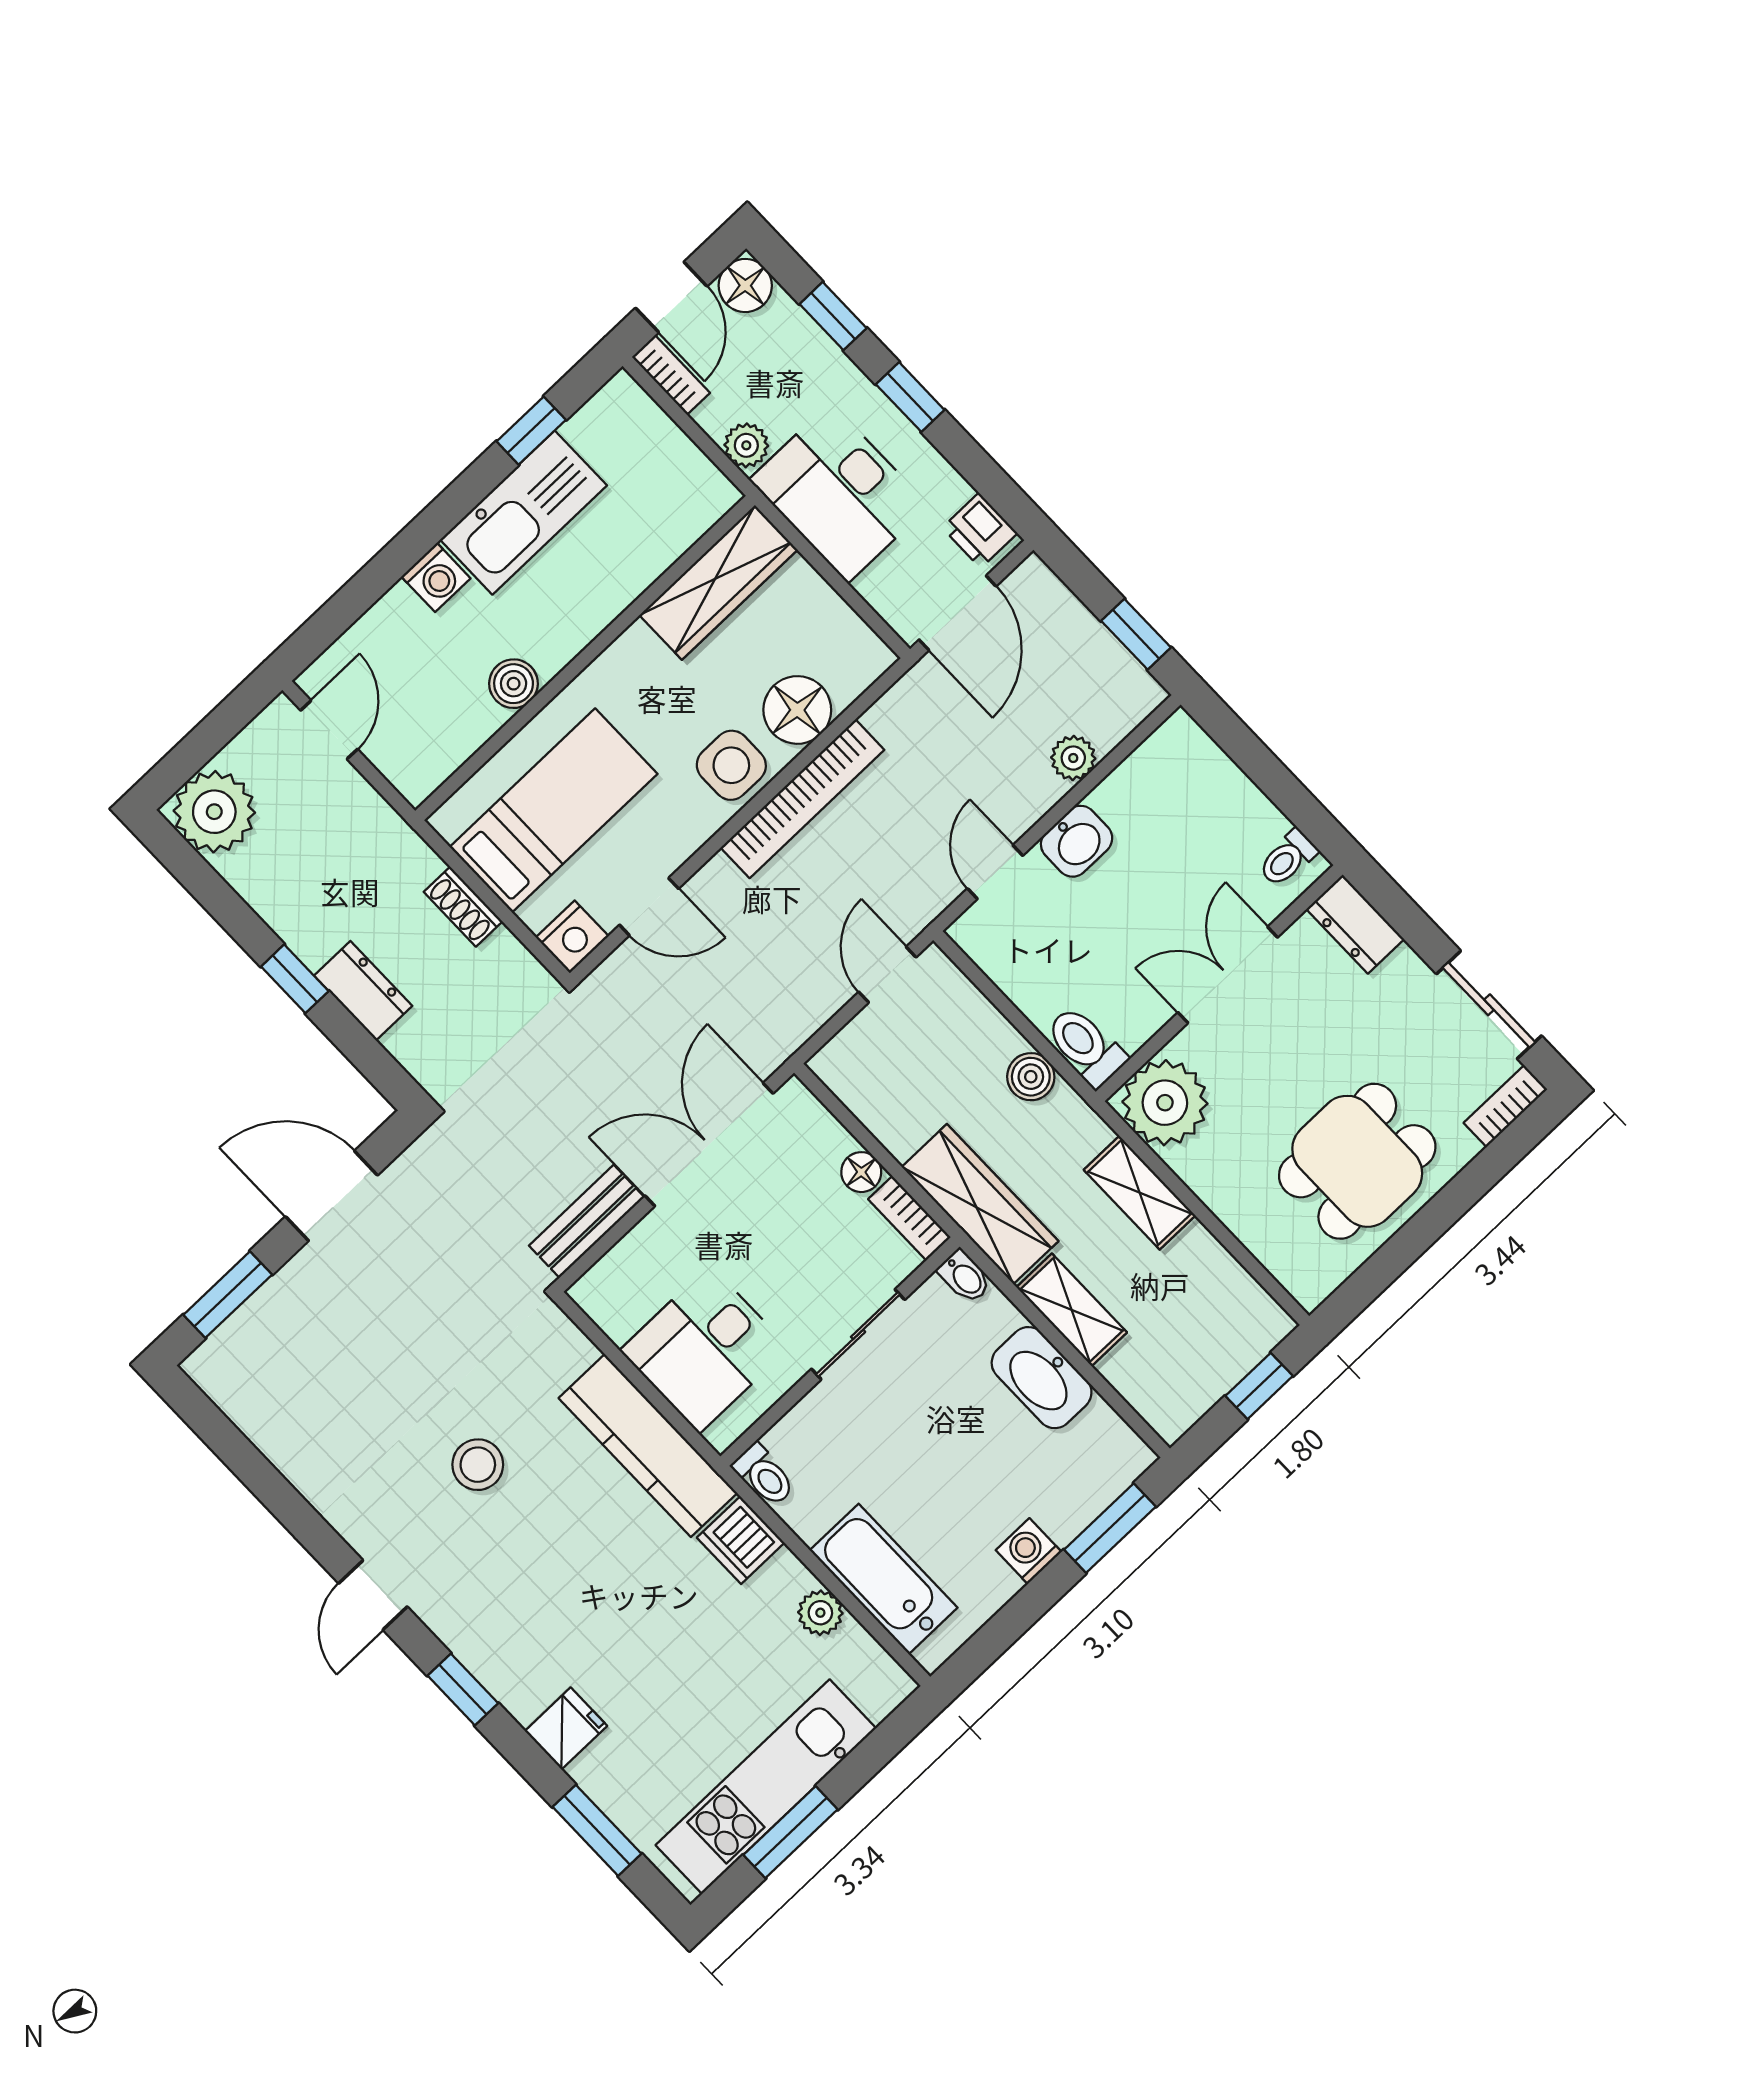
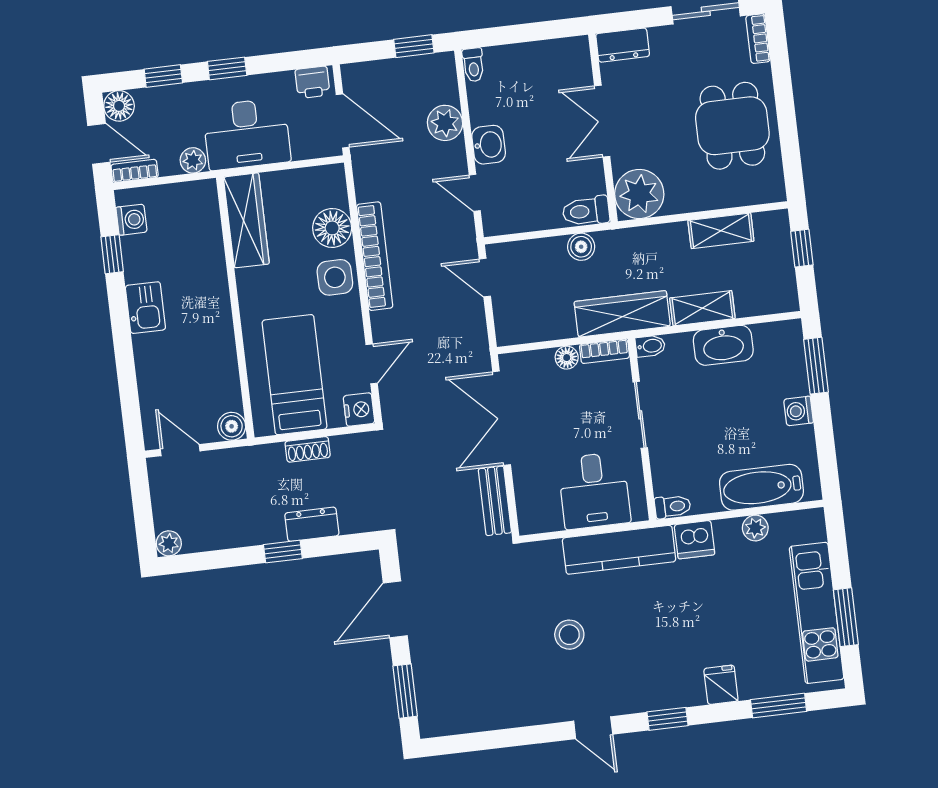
kitchen sink: (523, 513) -> (145, 308), width x0.53, depth x0.81
washing machine: (436, 577) -> (131, 220), moved
boiler: (514, 684) -> (232, 426), moved
plant: (1073, 758) -> (445, 123), width x1.38, depth x1.38
plant: (214, 812) -> (169, 543), width x0.53, depth x0.53
toilet: (1288, 858) -> (473, 65), moved
shelving: (1140, 1193) -> (721, 231), moved

